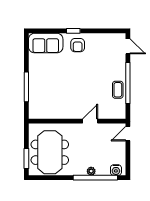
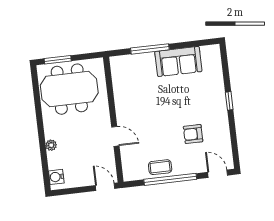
sofa: (46, 43) -> (178, 61), moved, turned -90
armchair: (78, 45) -> (193, 134), moved
door: (128, 46) -> (218, 174), swing flipped
window: (95, 178) -> (43, 152), removed

